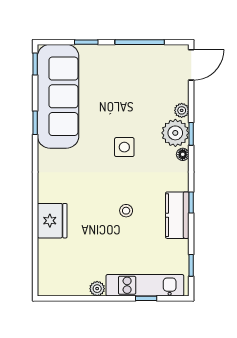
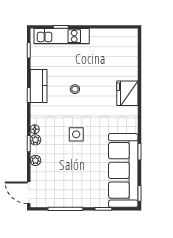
door: (191, 65) -> (29, 193), hinge flipped
plant: (175, 133) -> (35, 140), width x0.53, depth x0.53
fridge: (52, 221) -> (127, 93), moved
plant: (97, 289) -> (95, 34), removed

